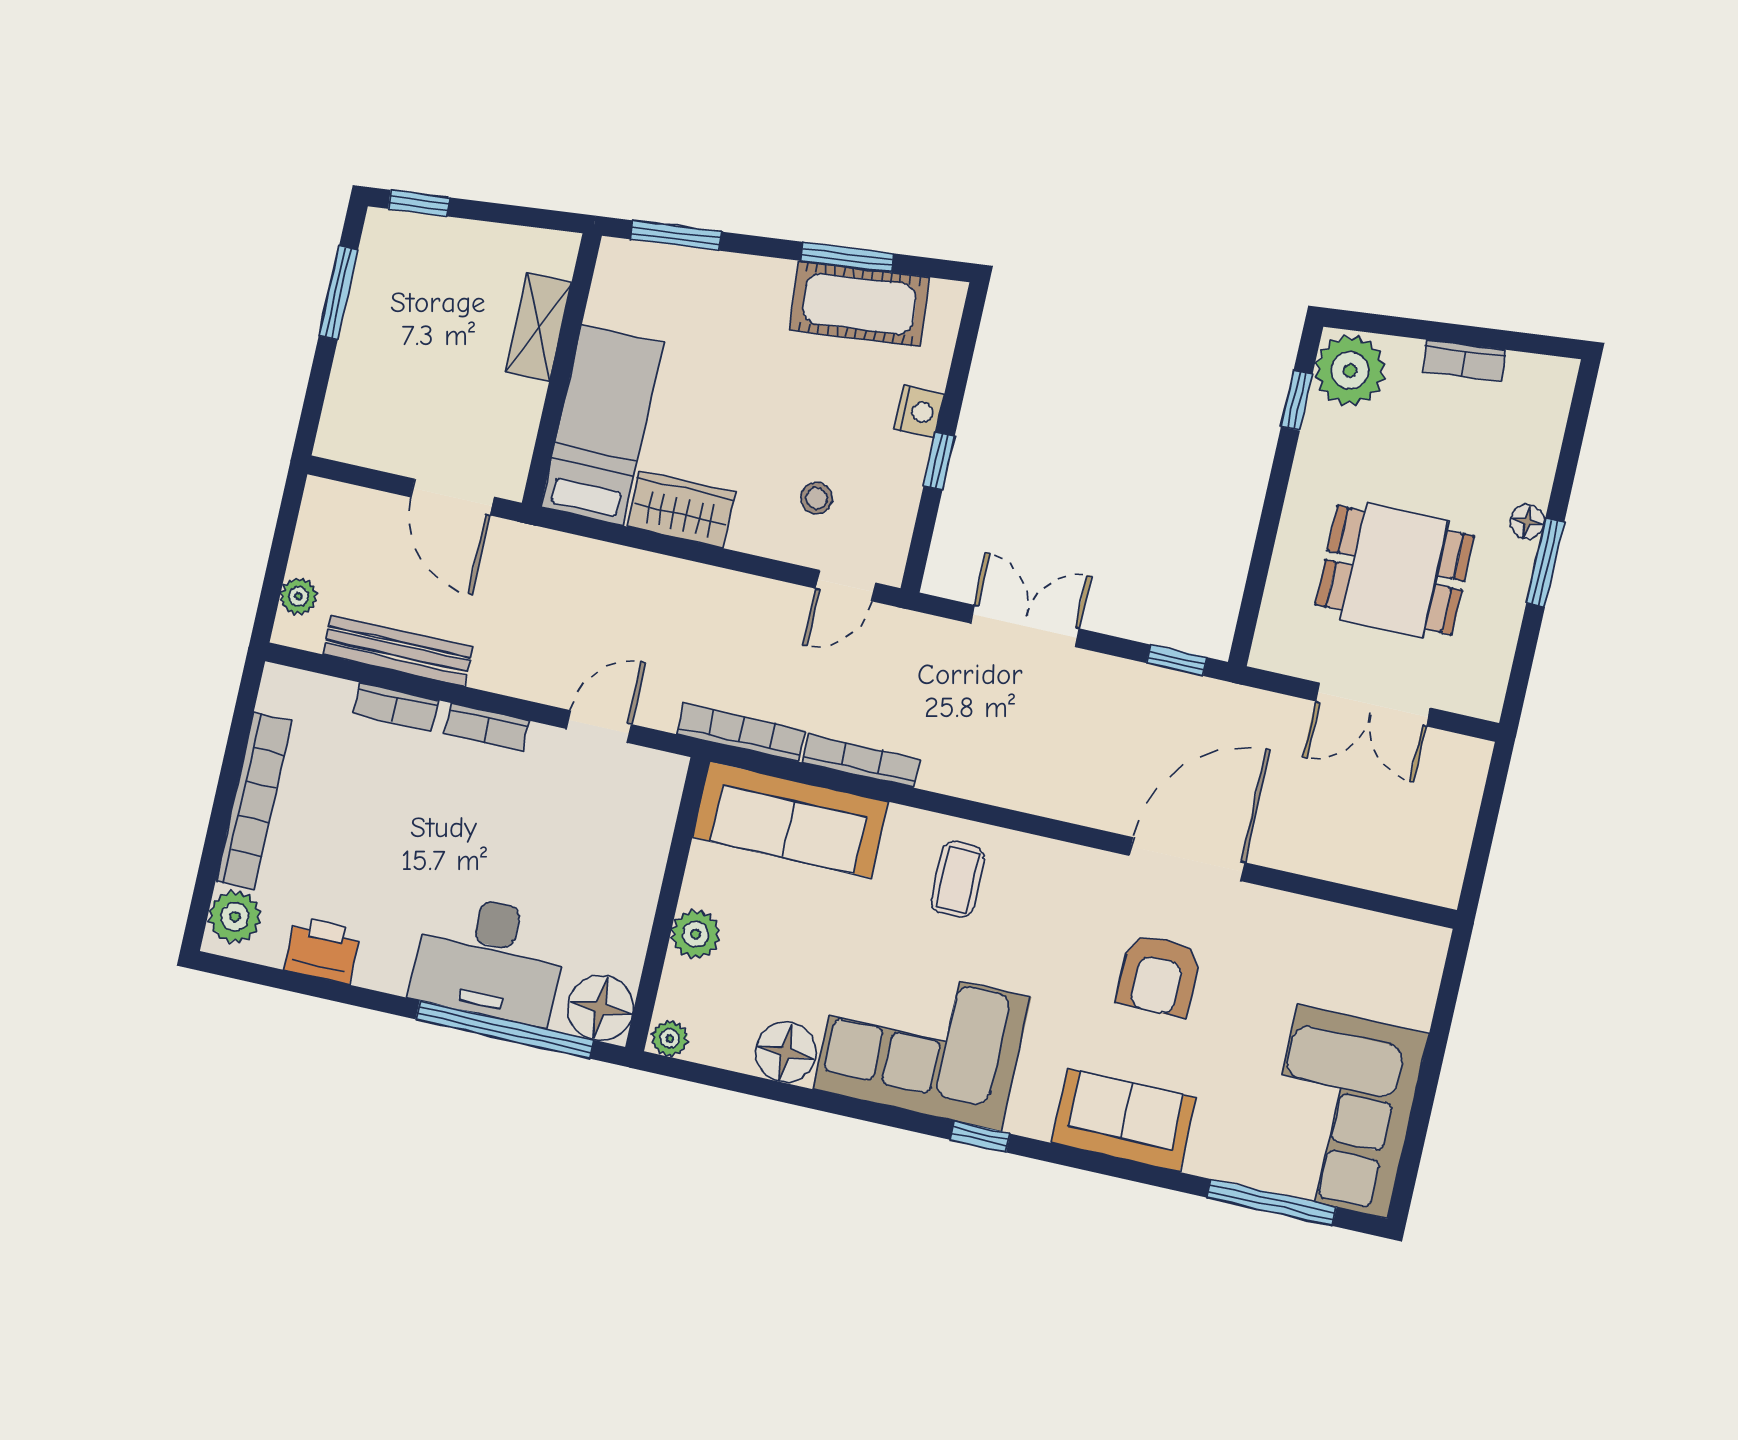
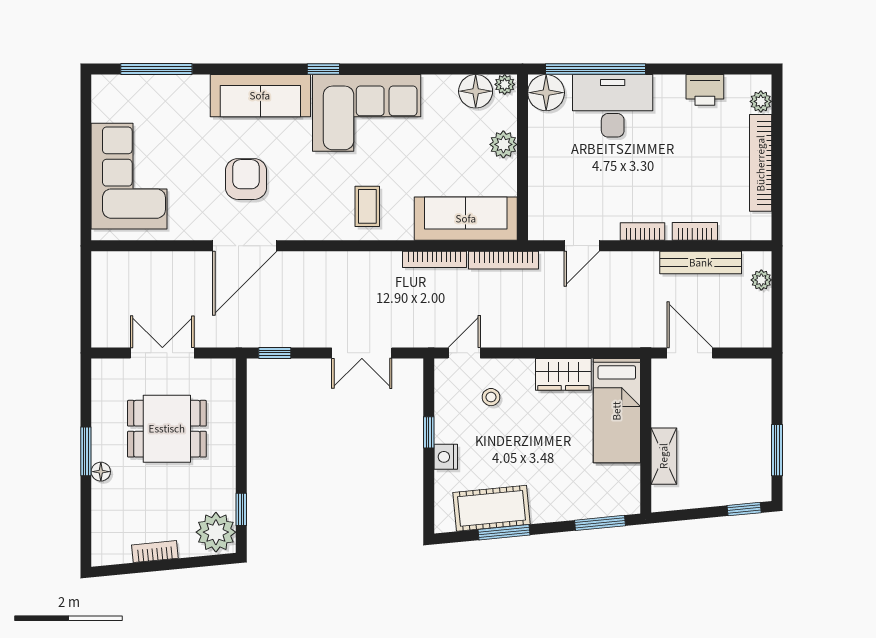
plant: (235, 917) -> (761, 101), width x0.73, depth x0.73
floor lamp: (786, 1052) -> (476, 91), moved
corner sofa: (1342, 1112) -> (129, 176), moved
sofa: (1124, 1120) -> (260, 96), width x1.36

